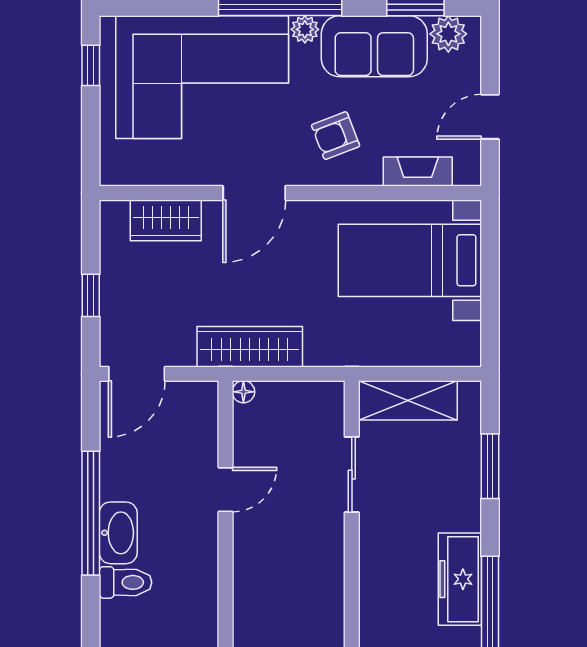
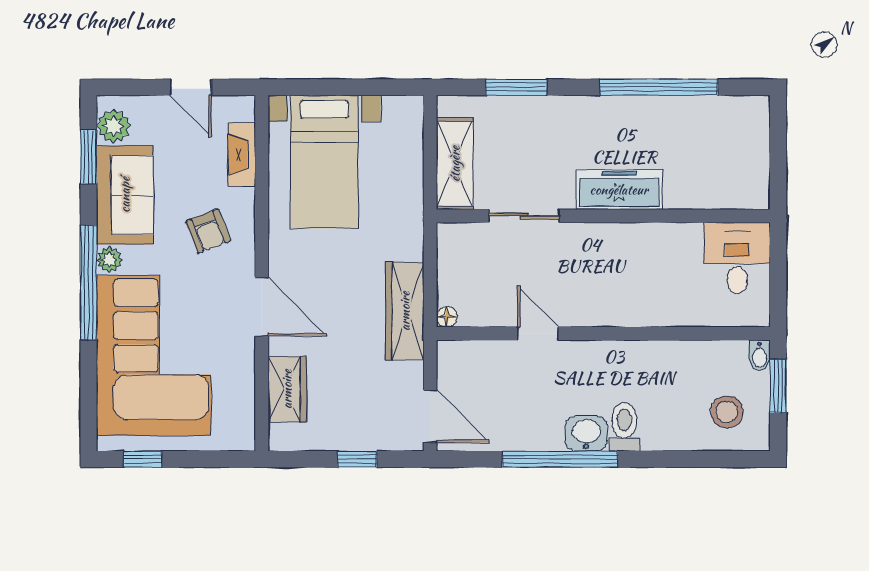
washbasin: (118, 533) -> (586, 434), width x0.72
freezer: (460, 579) -> (619, 190), moved, turned 180

